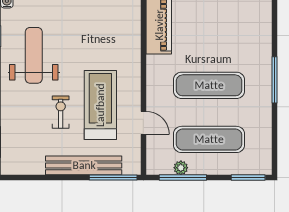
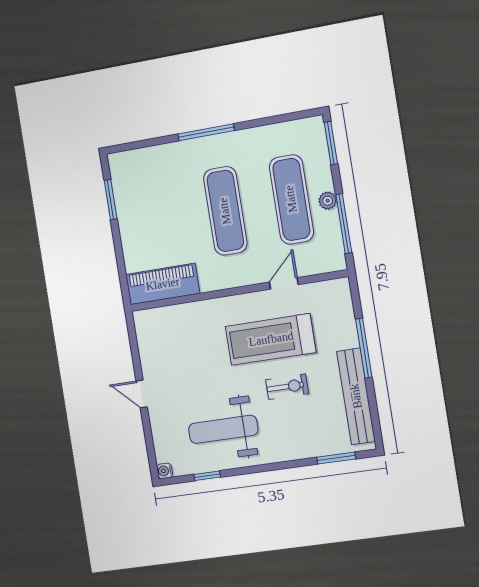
exercise bike: (61, 112) -> (287, 387), turned 180
bench: (84, 165) -> (356, 396), moved
plant: (181, 168) -> (328, 201), moved
window: (113, 178) -> (364, 348), moved

